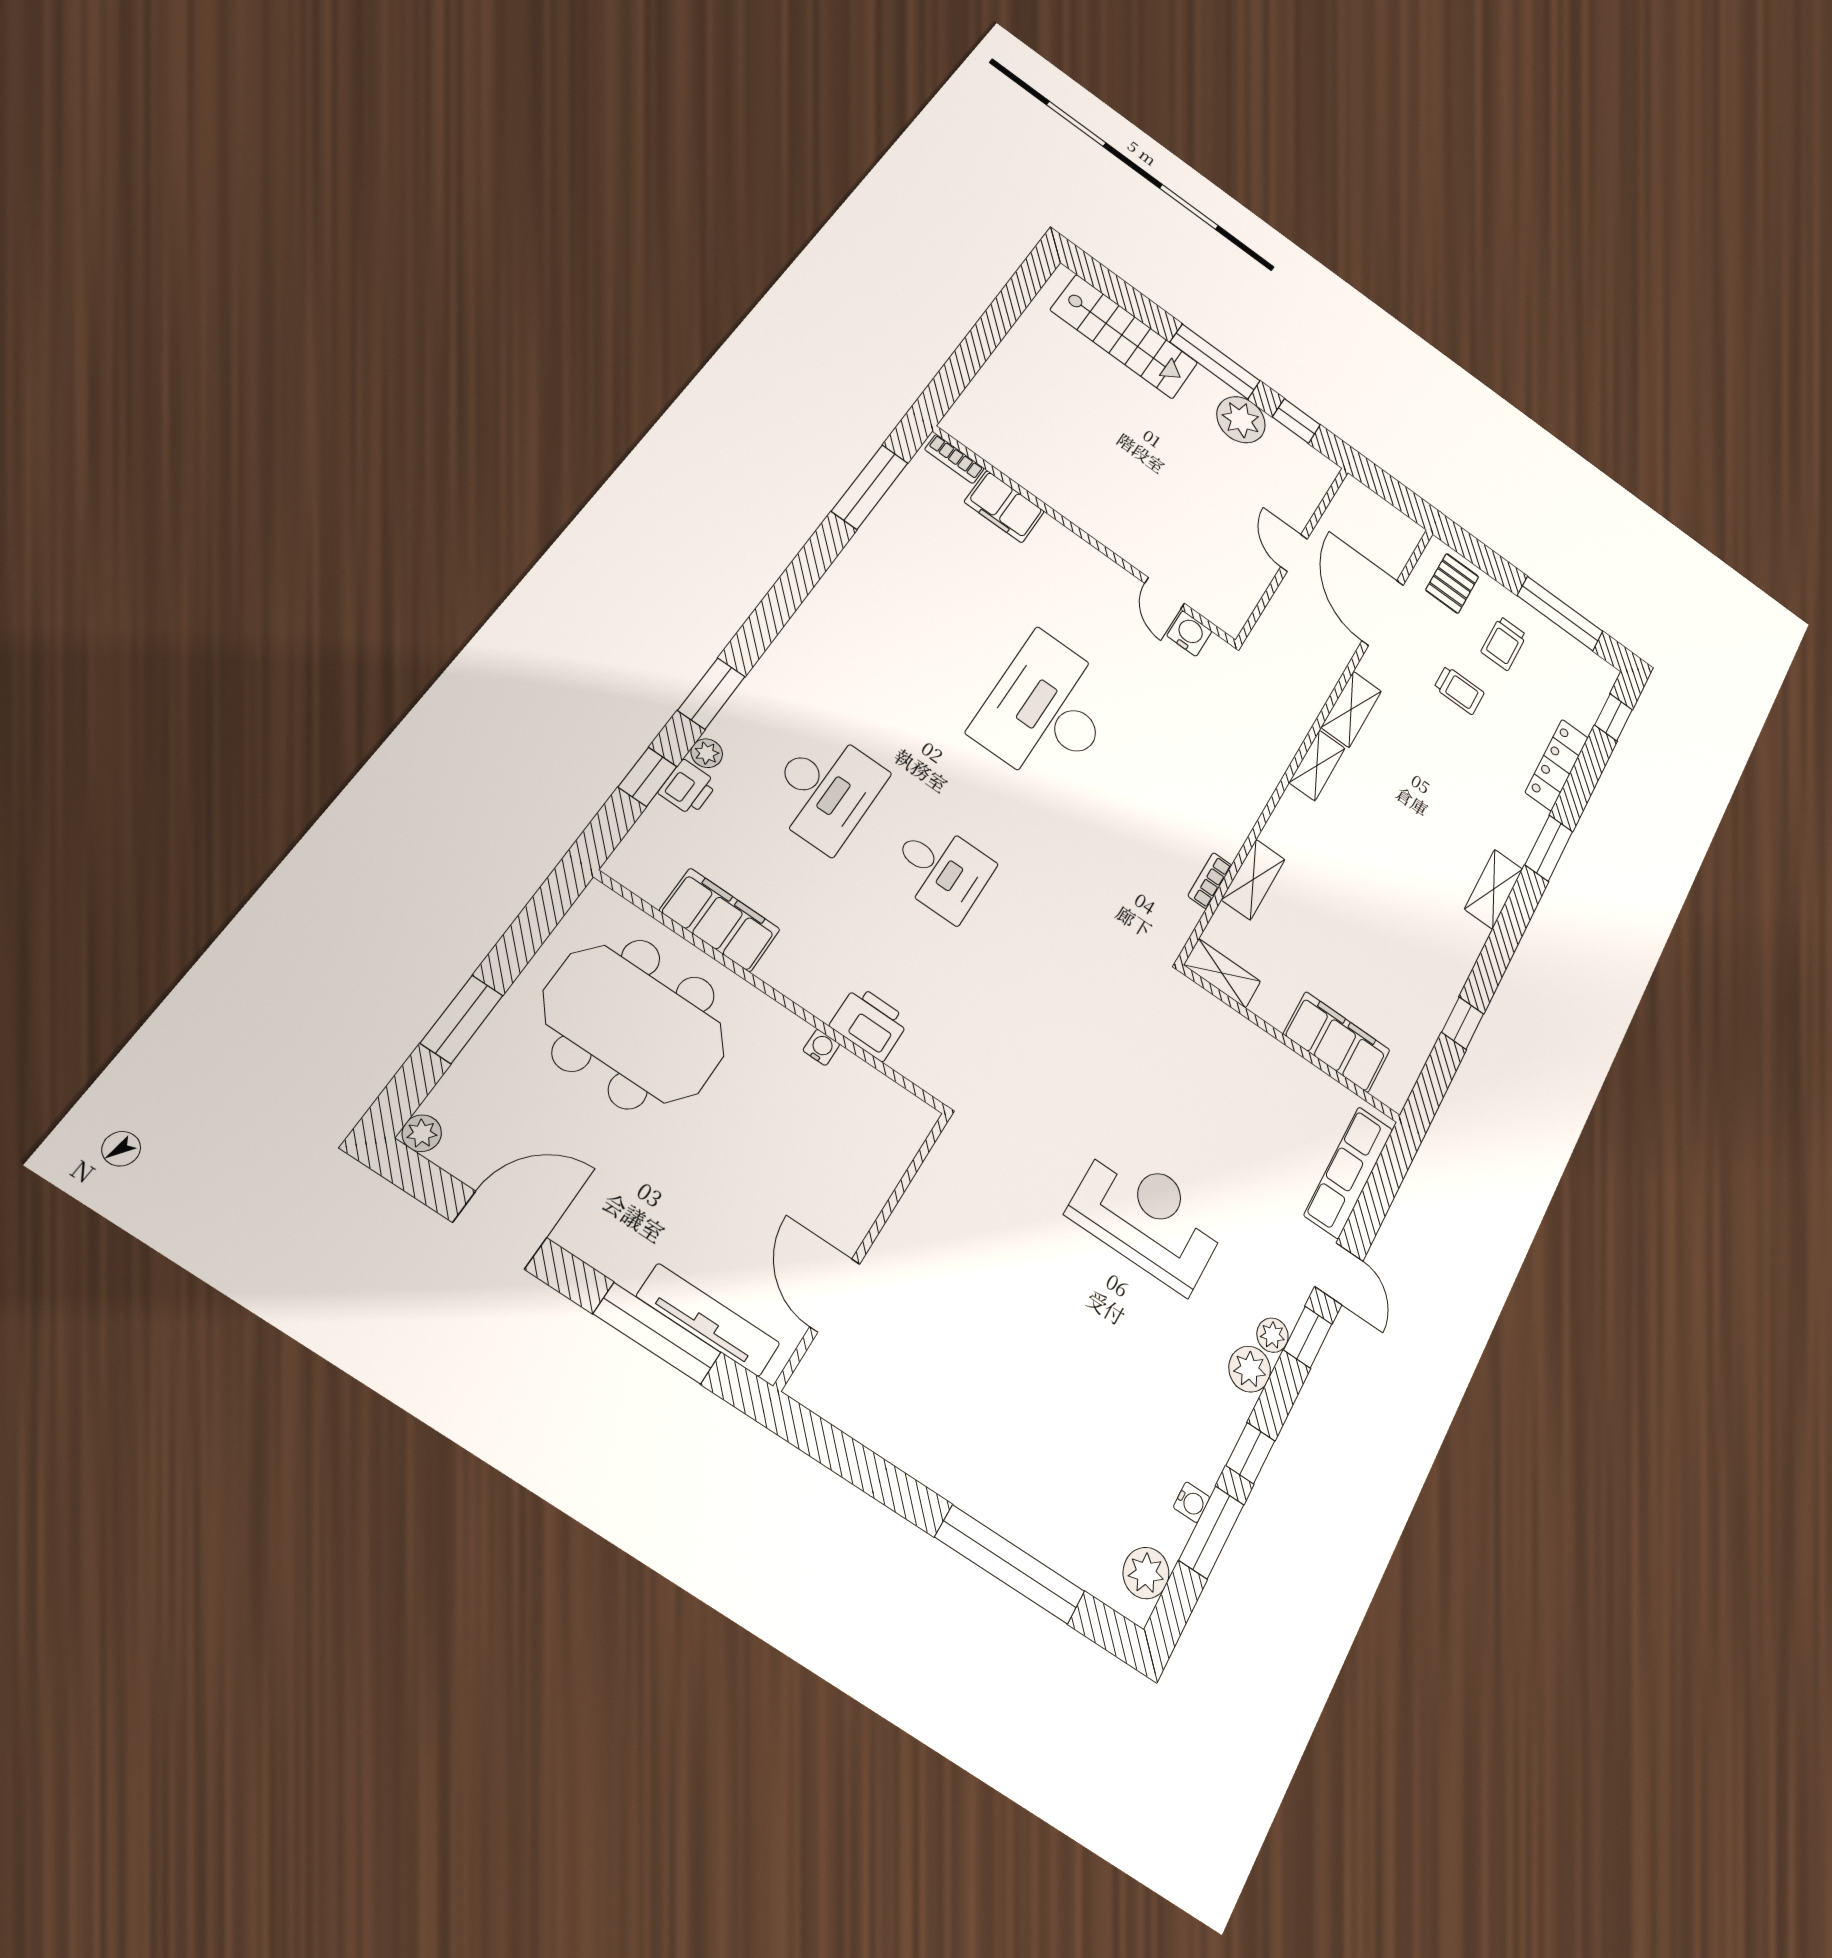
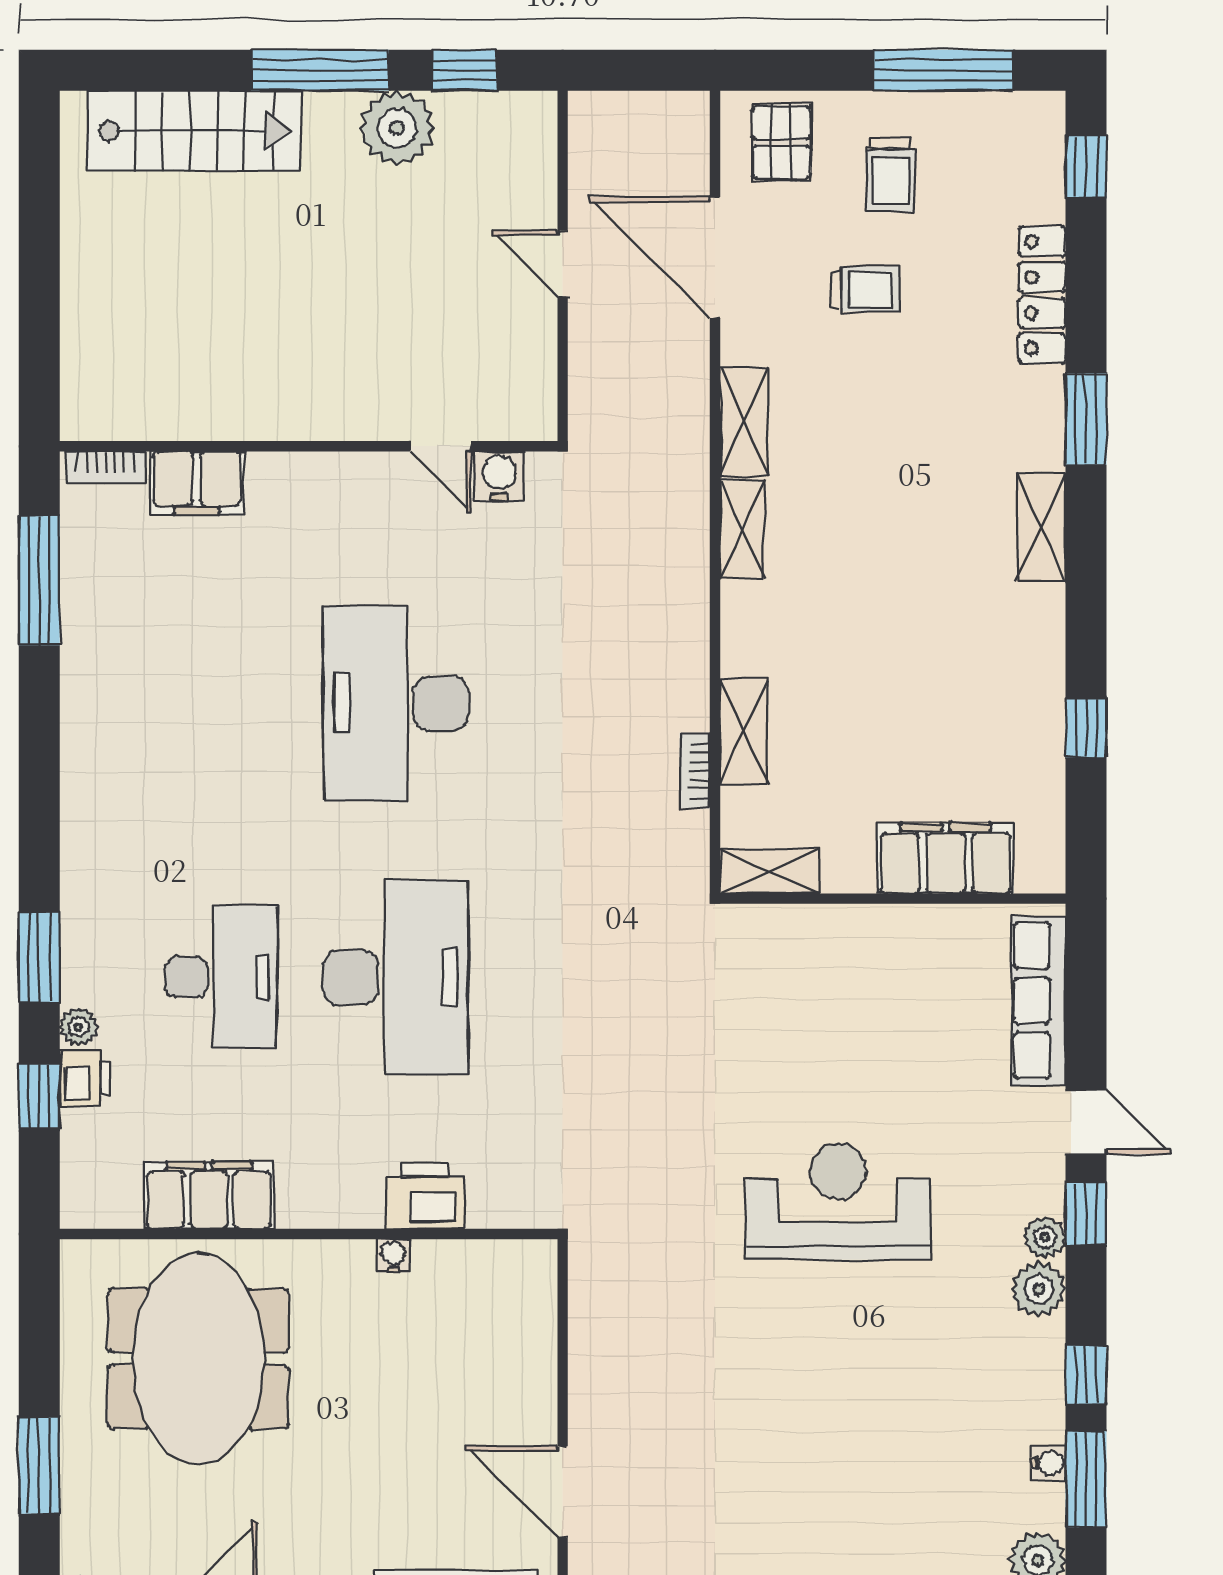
desk: (941, 870) -> (396, 977), width x1.87, depth x1.30
meeting table: (634, 1024) -> (198, 1359), turned 90

